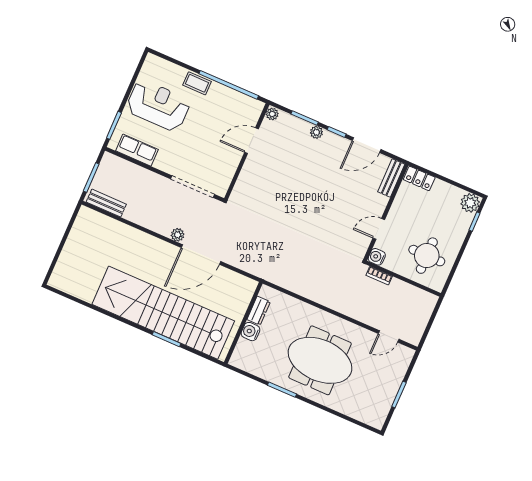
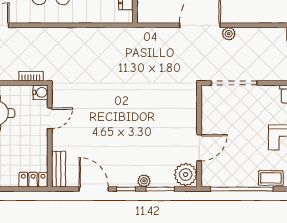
plant: (272, 114) -> (186, 174), width x1.88, depth x1.88
door: (367, 145) -> (94, 189), hinge flipped

